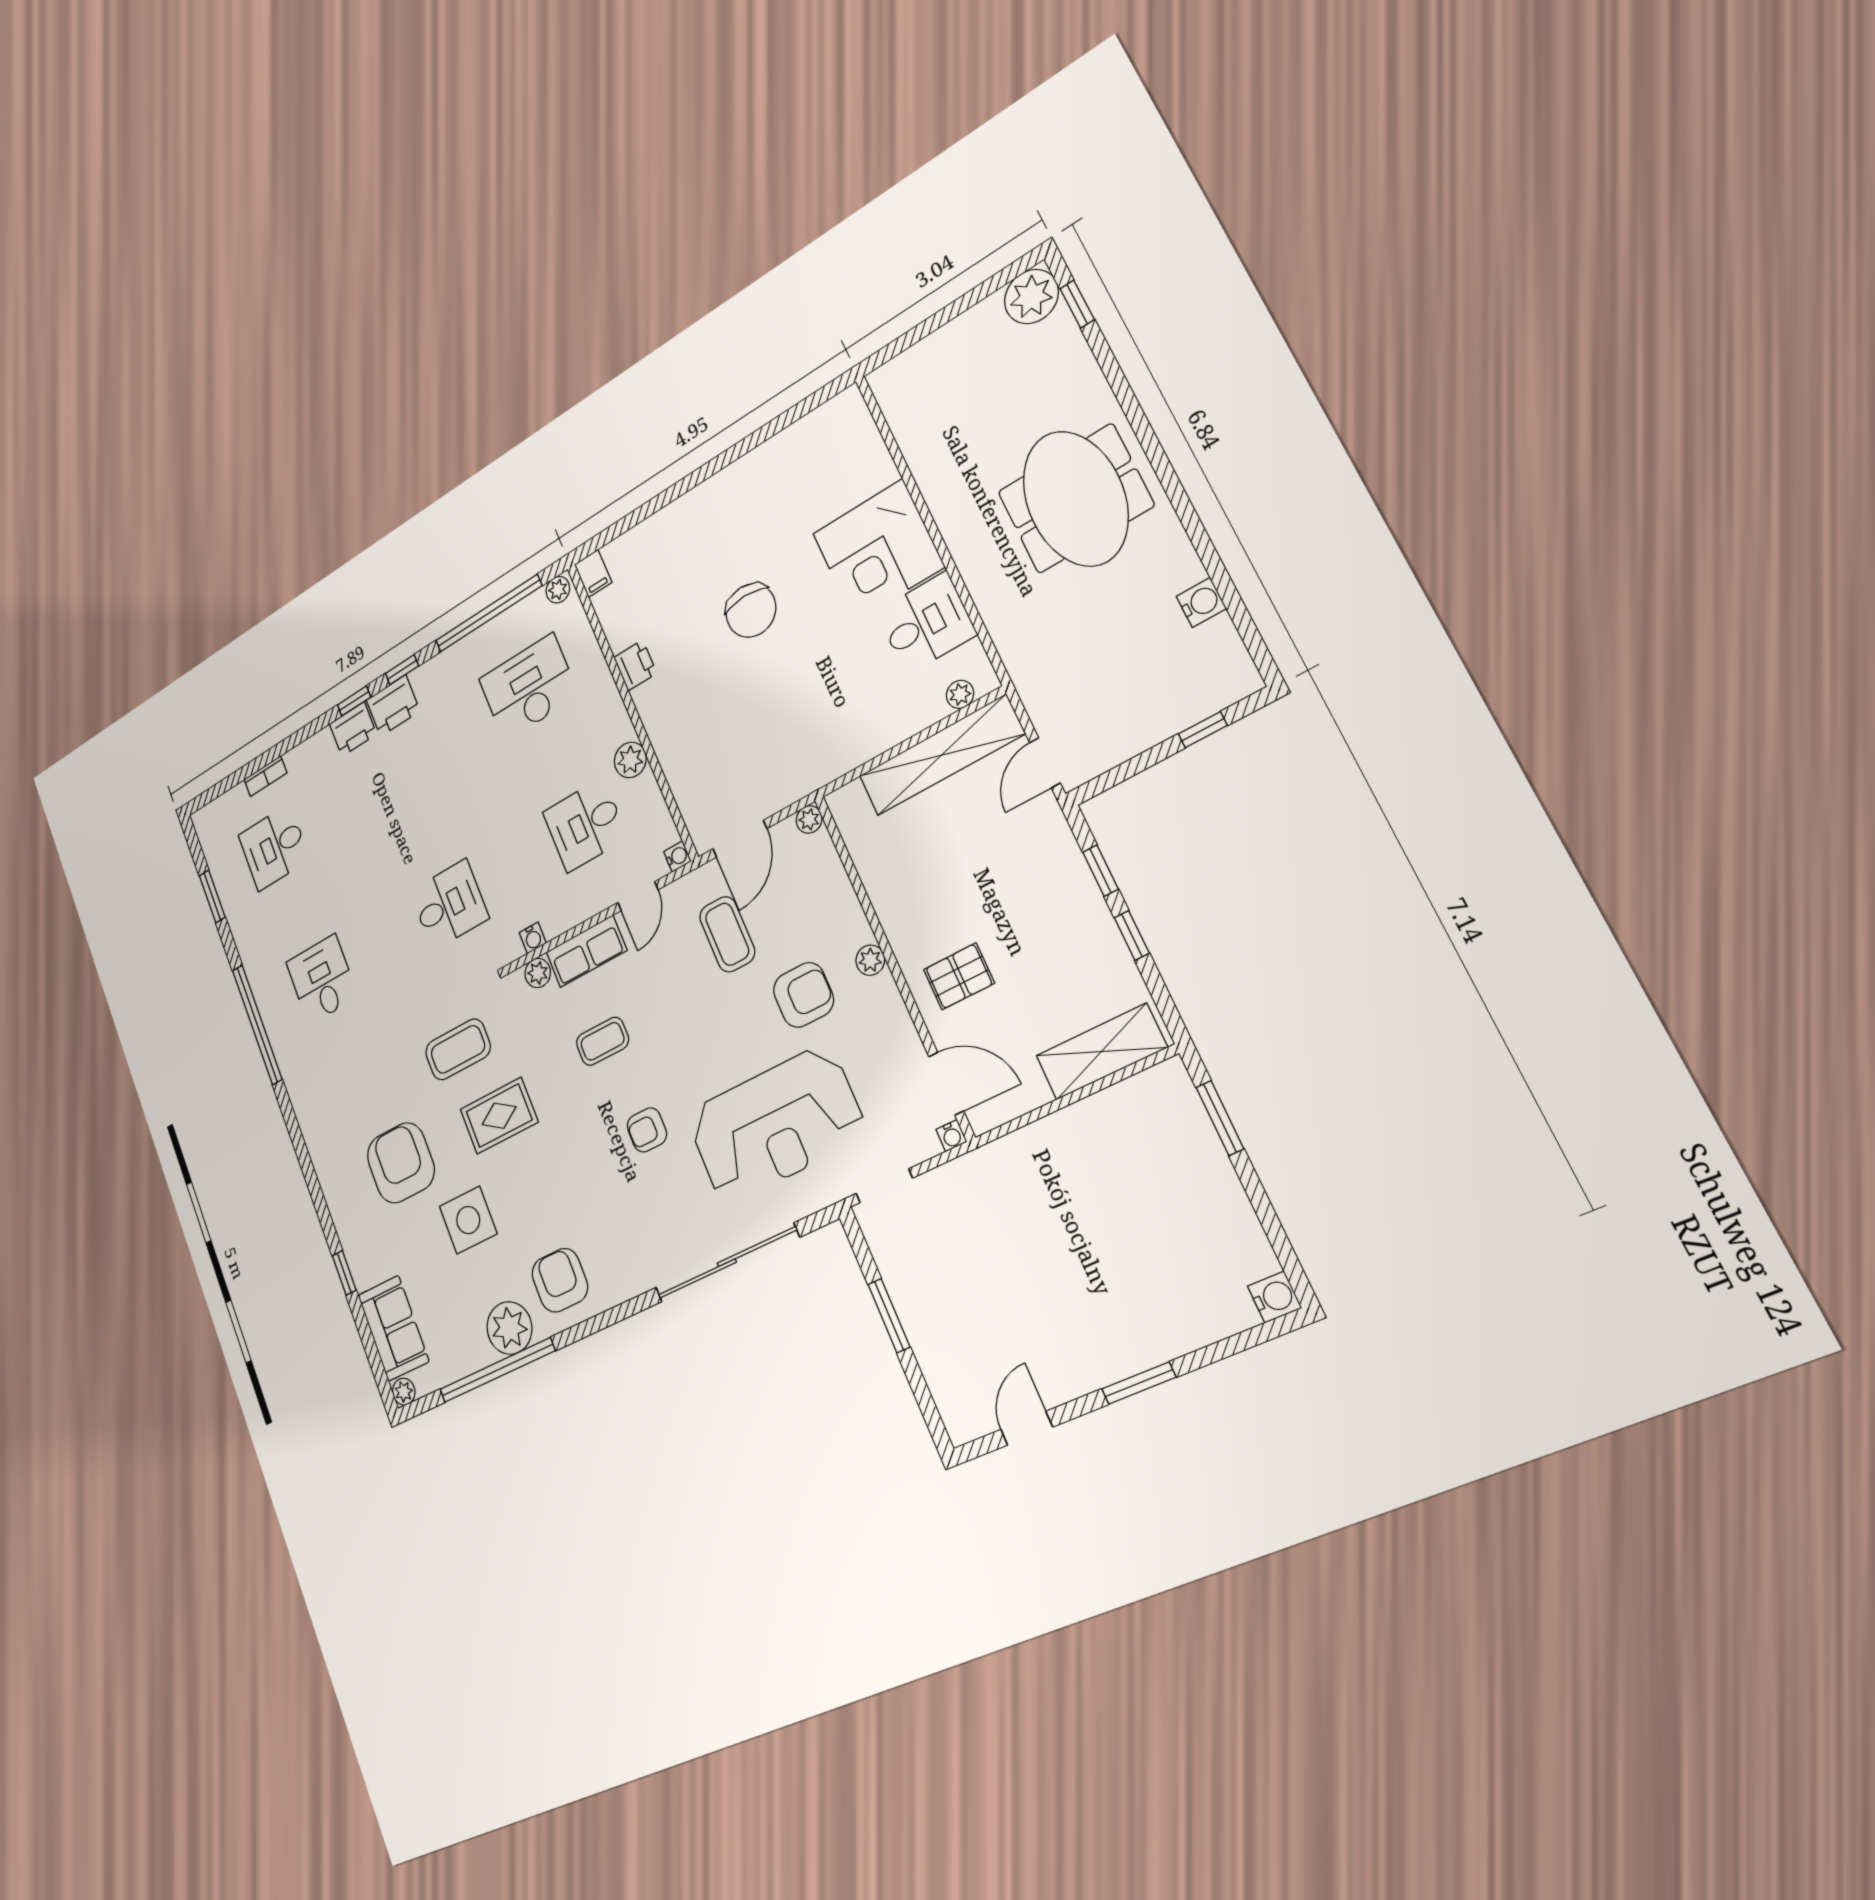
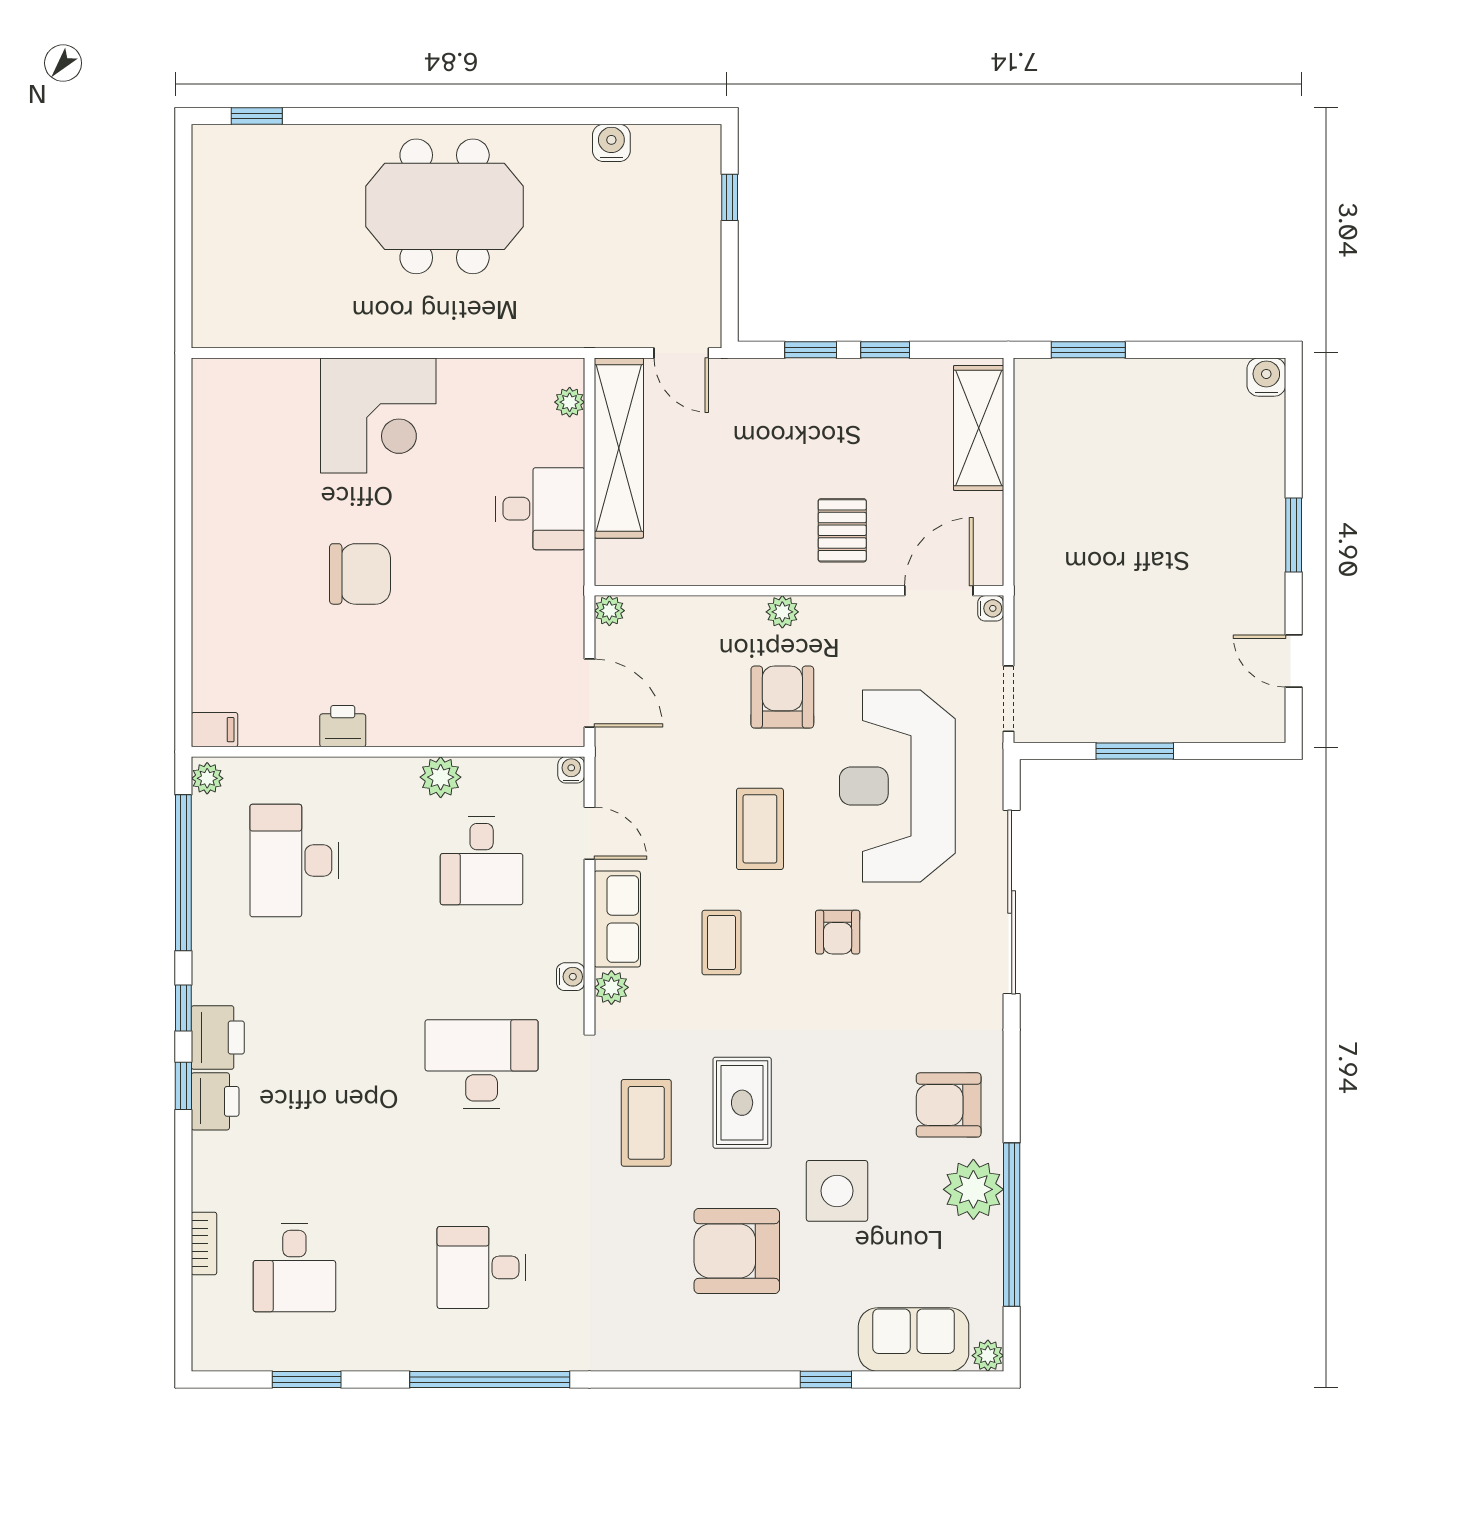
plant: (1031, 297) -> (220, 153), removed
desk: (926, 623) -> (540, 509), moved, turned 90
desk: (449, 905) -> (482, 1064), width x1.37
coffee table: (727, 934) -> (760, 829), moved, turned 90
reception desk: (775, 1125) -> (897, 786), turned 180

